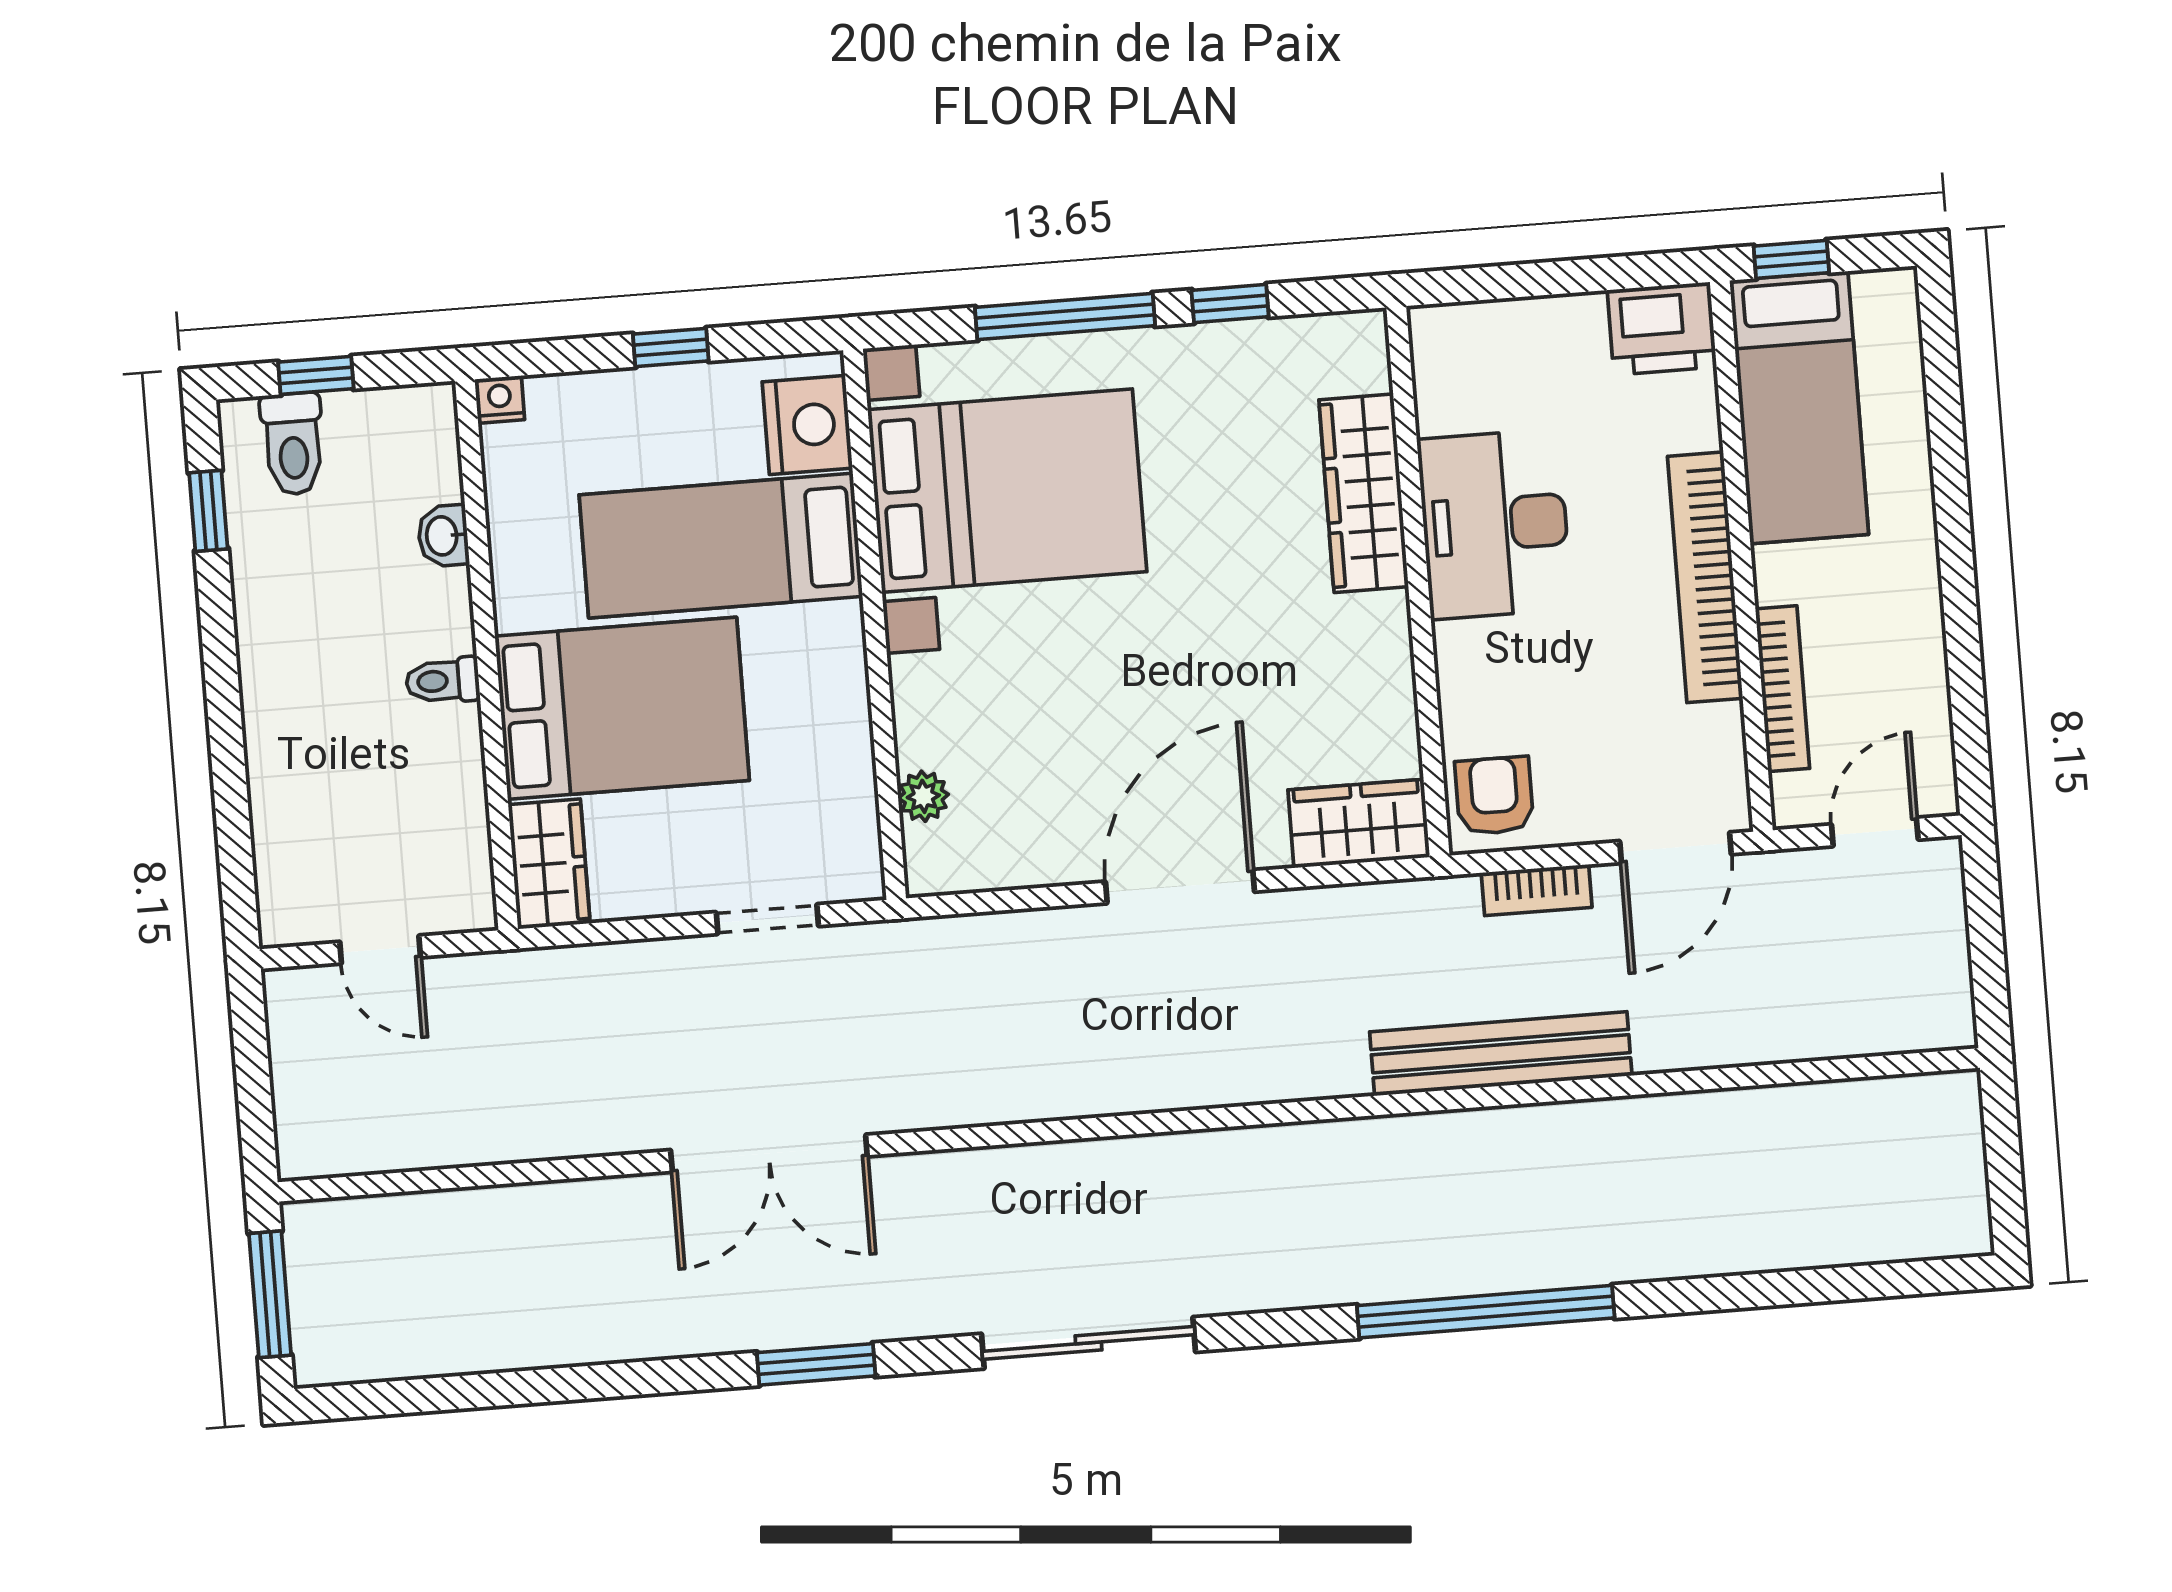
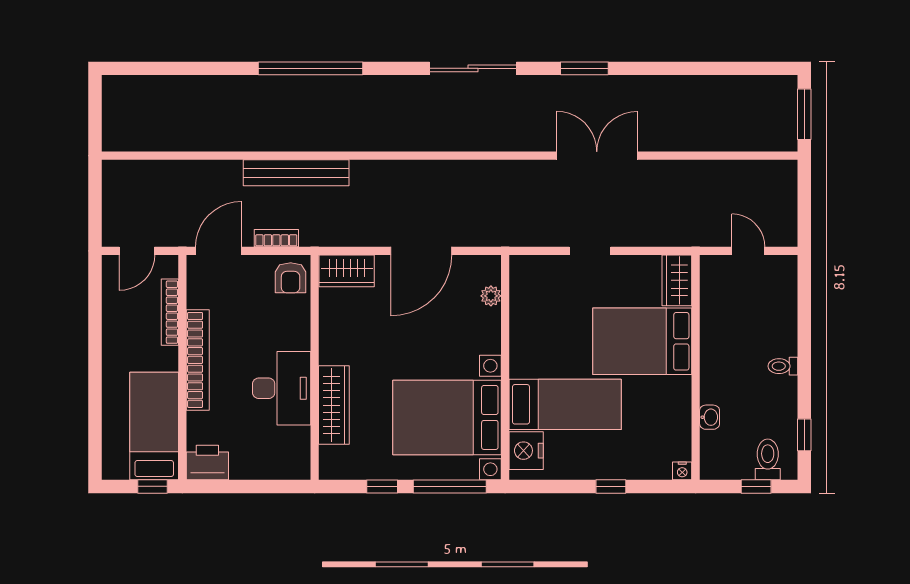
nightstand: (807, 425) -> (526, 451), moved
bed with nightstands: (1007, 491) -> (447, 417), moved
bed: (721, 546) -> (565, 404), moved
wall: (875, 624) -> (505, 367), moved
toilet: (443, 681) -> (783, 366), moved, turned 180
plant: (923, 796) -> (491, 296), moved

